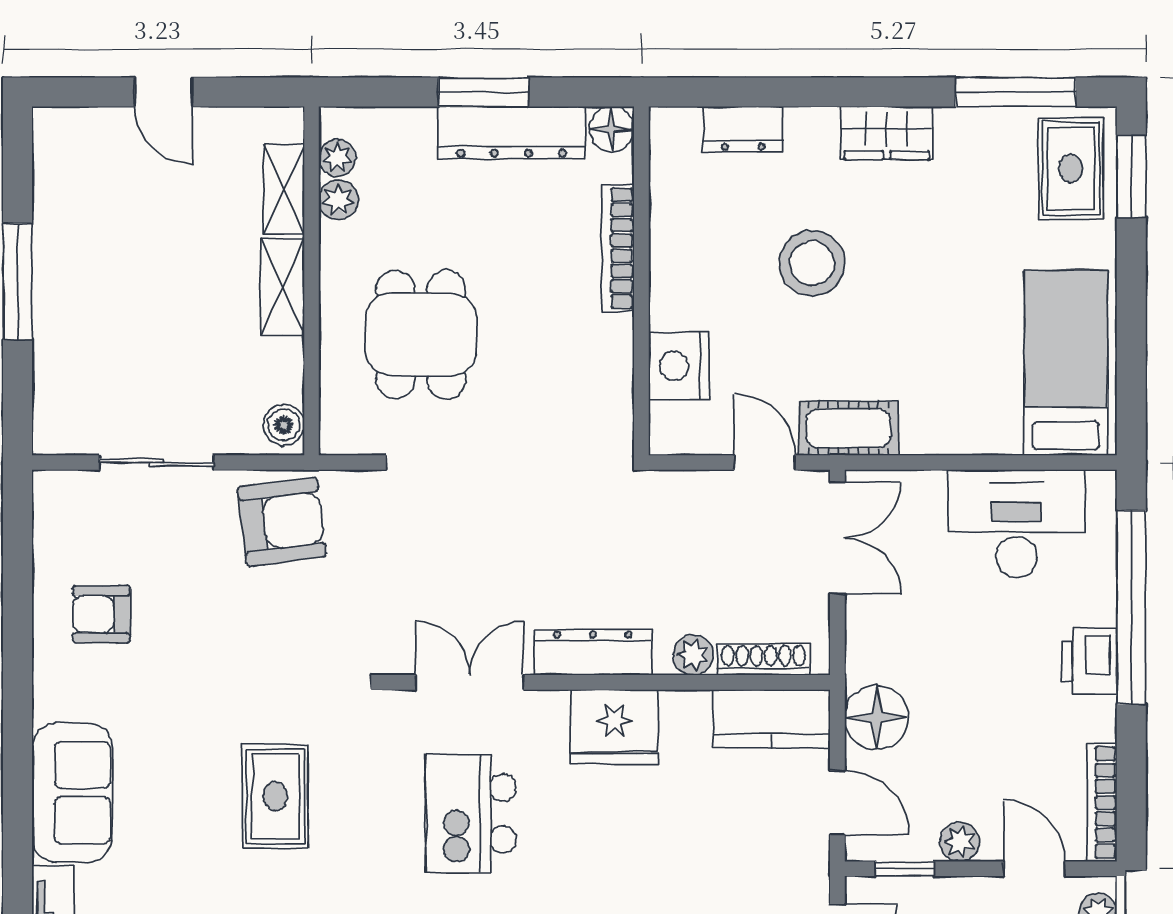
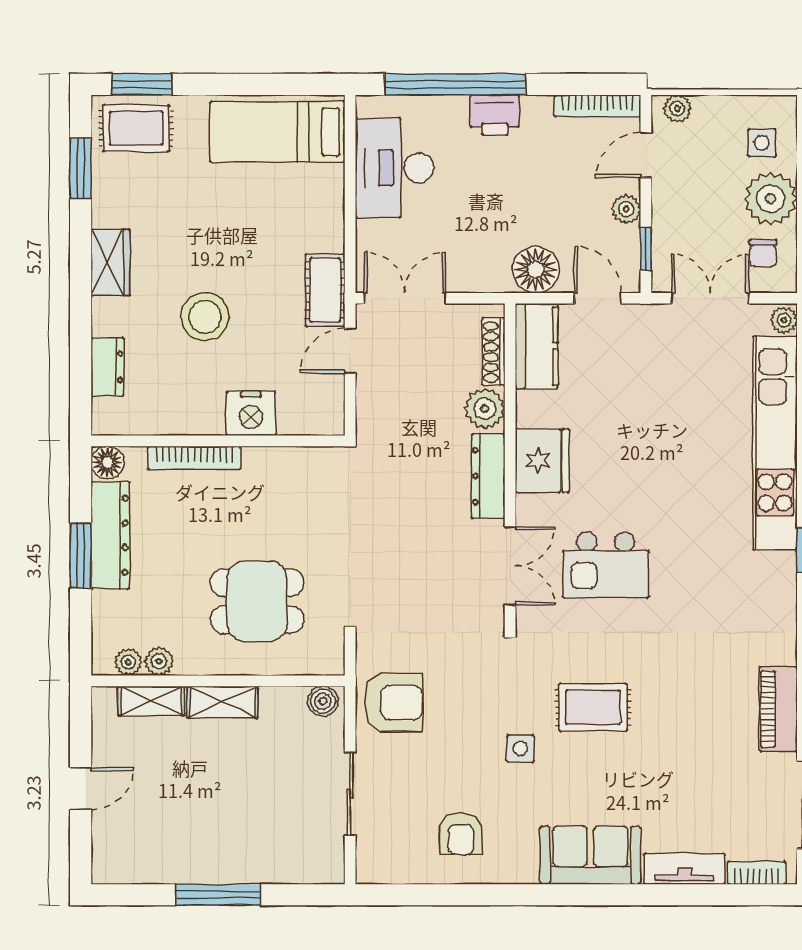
window: (1016, 92) -> (81, 168), width x0.69
nightstand: (679, 366) -> (251, 413), moved
armchair: (282, 522) -> (393, 702), turned 97
plant: (693, 655) -> (485, 409), width x1.38, depth x1.38
double door: (469, 682) -> (510, 566), swing flipped
side table: (218, 696) -> (520, 749), added
door: (837, 803) -> (598, 298), hinge flipped

